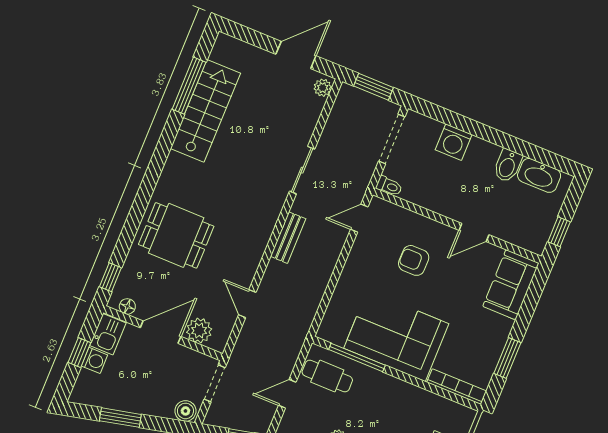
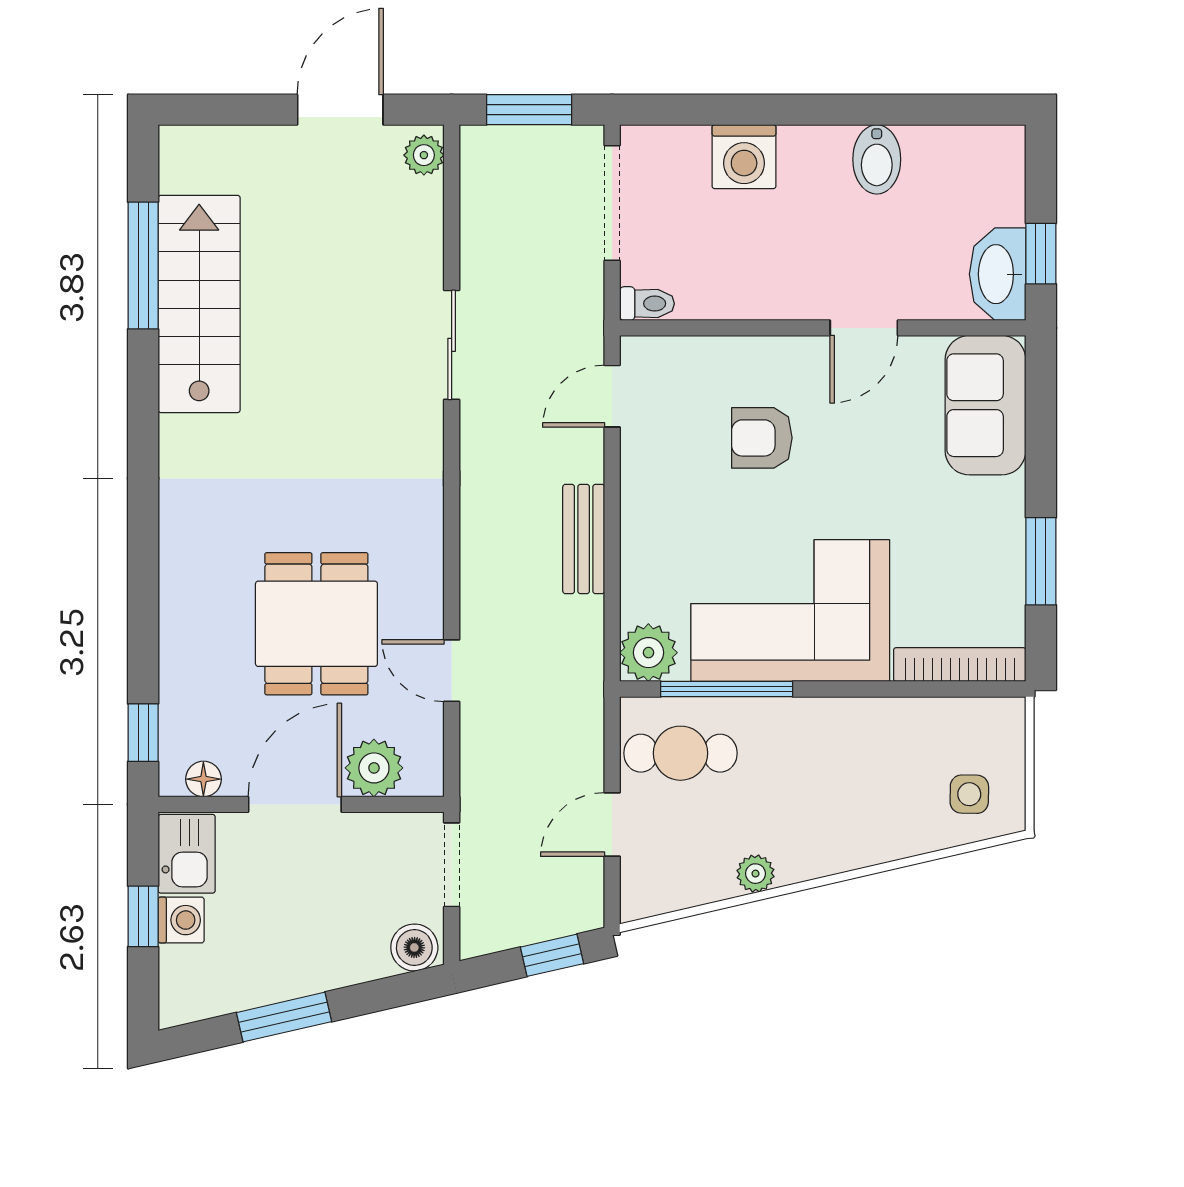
washbasin: (539, 175) -> (998, 274), moved, turned 90
dining table: (176, 235) -> (316, 624), moved, turned 90
bench: (288, 238) -> (584, 539), moved
plant: (331, 329) -> (648, 653), added

